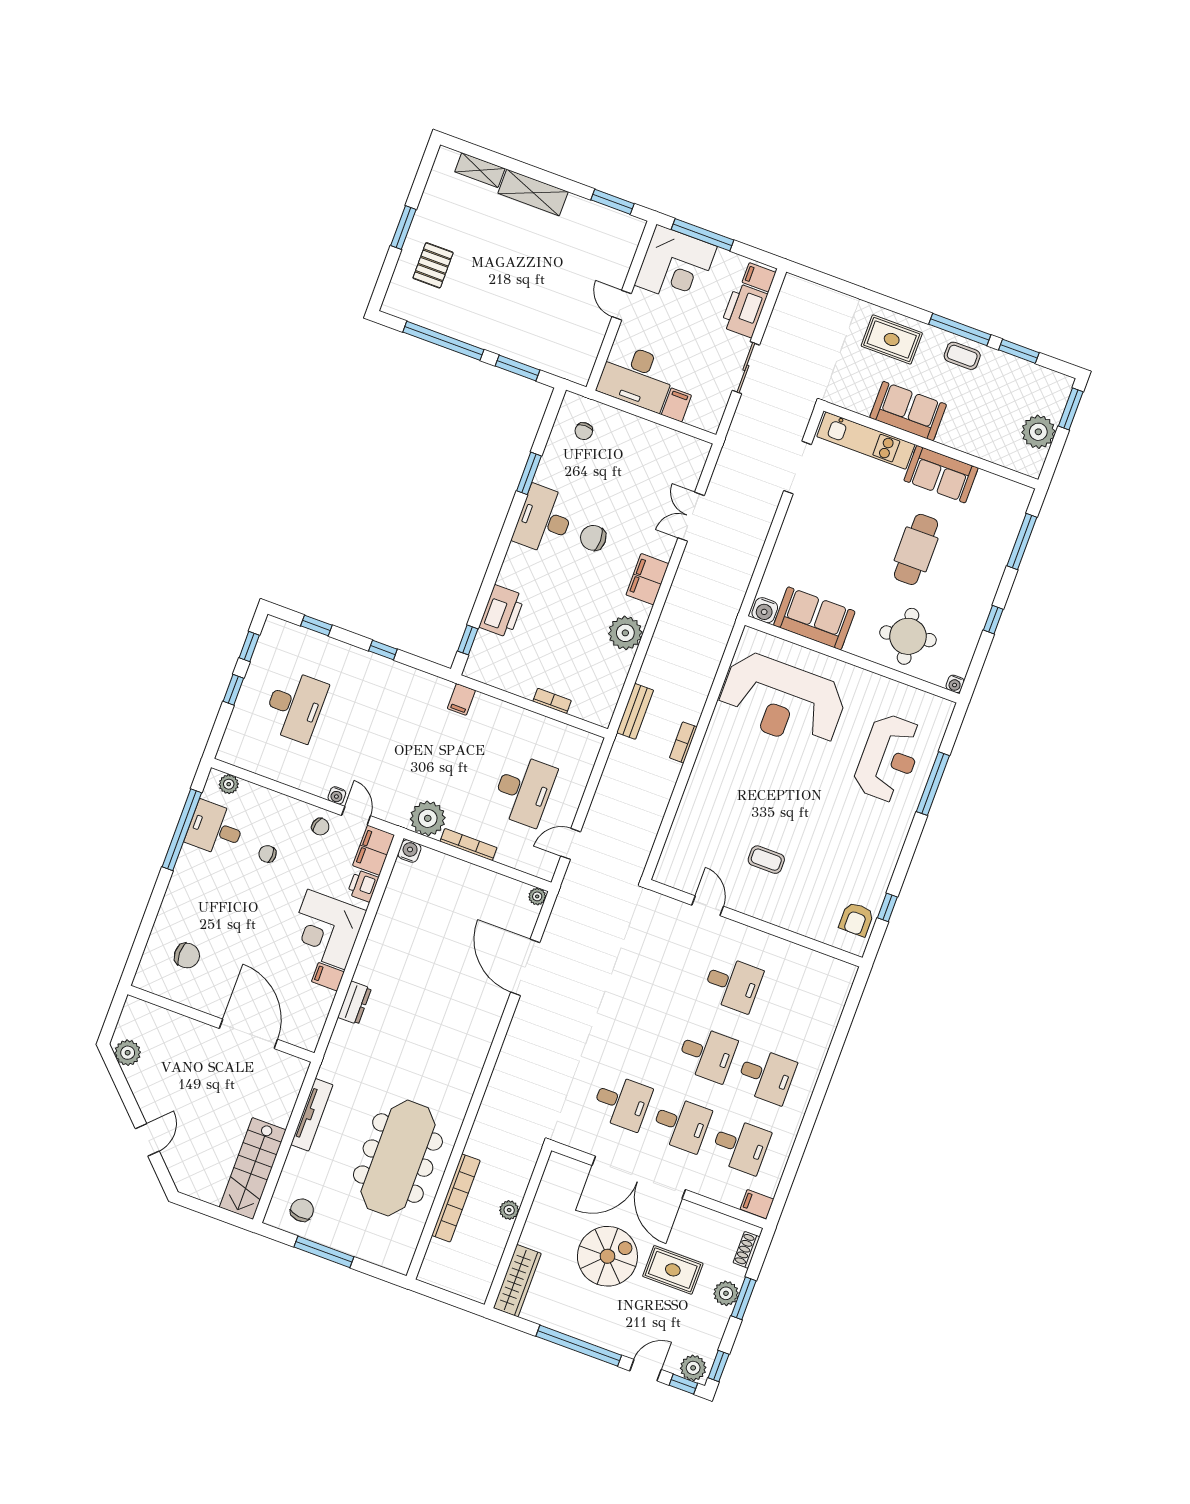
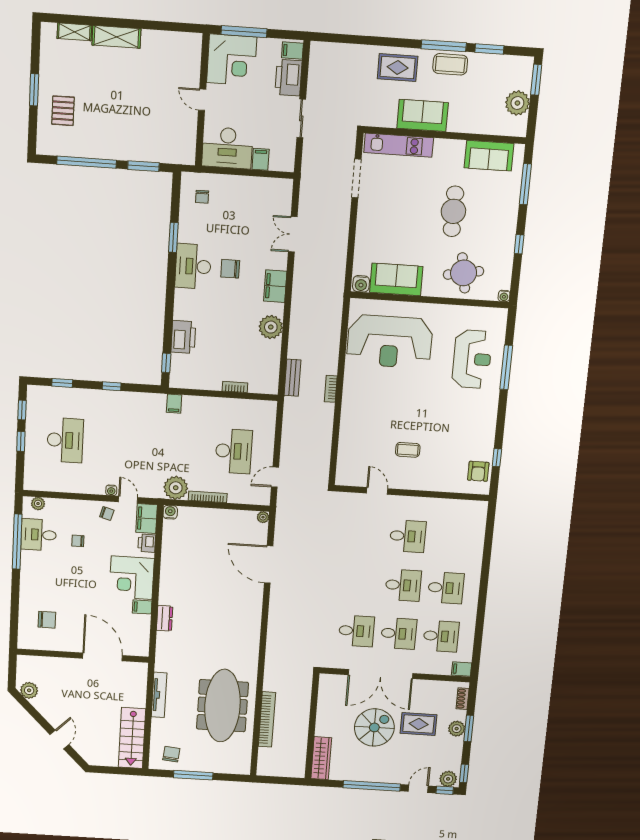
window: (612, 202) -> (174, 27), removed
coffee table: (962, 356) -> (450, 64), width x1.36, depth x1.30
sofa: (941, 474) -> (489, 156), moved
plant: (509, 1210) -> (303, 717), removed

